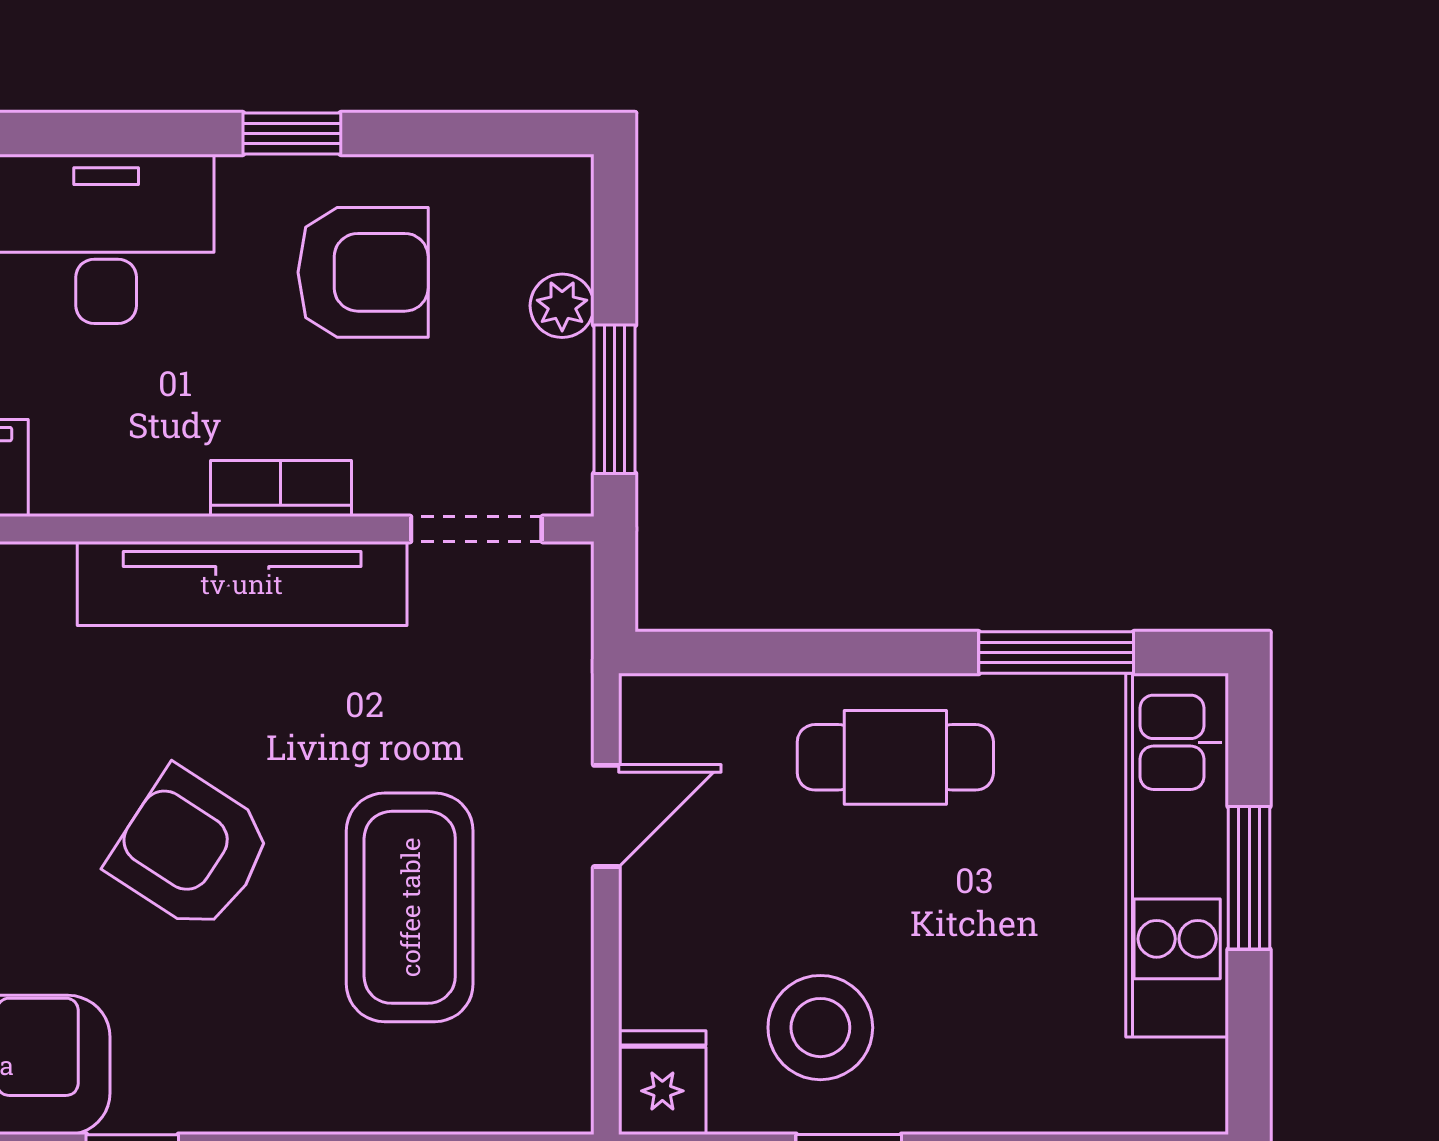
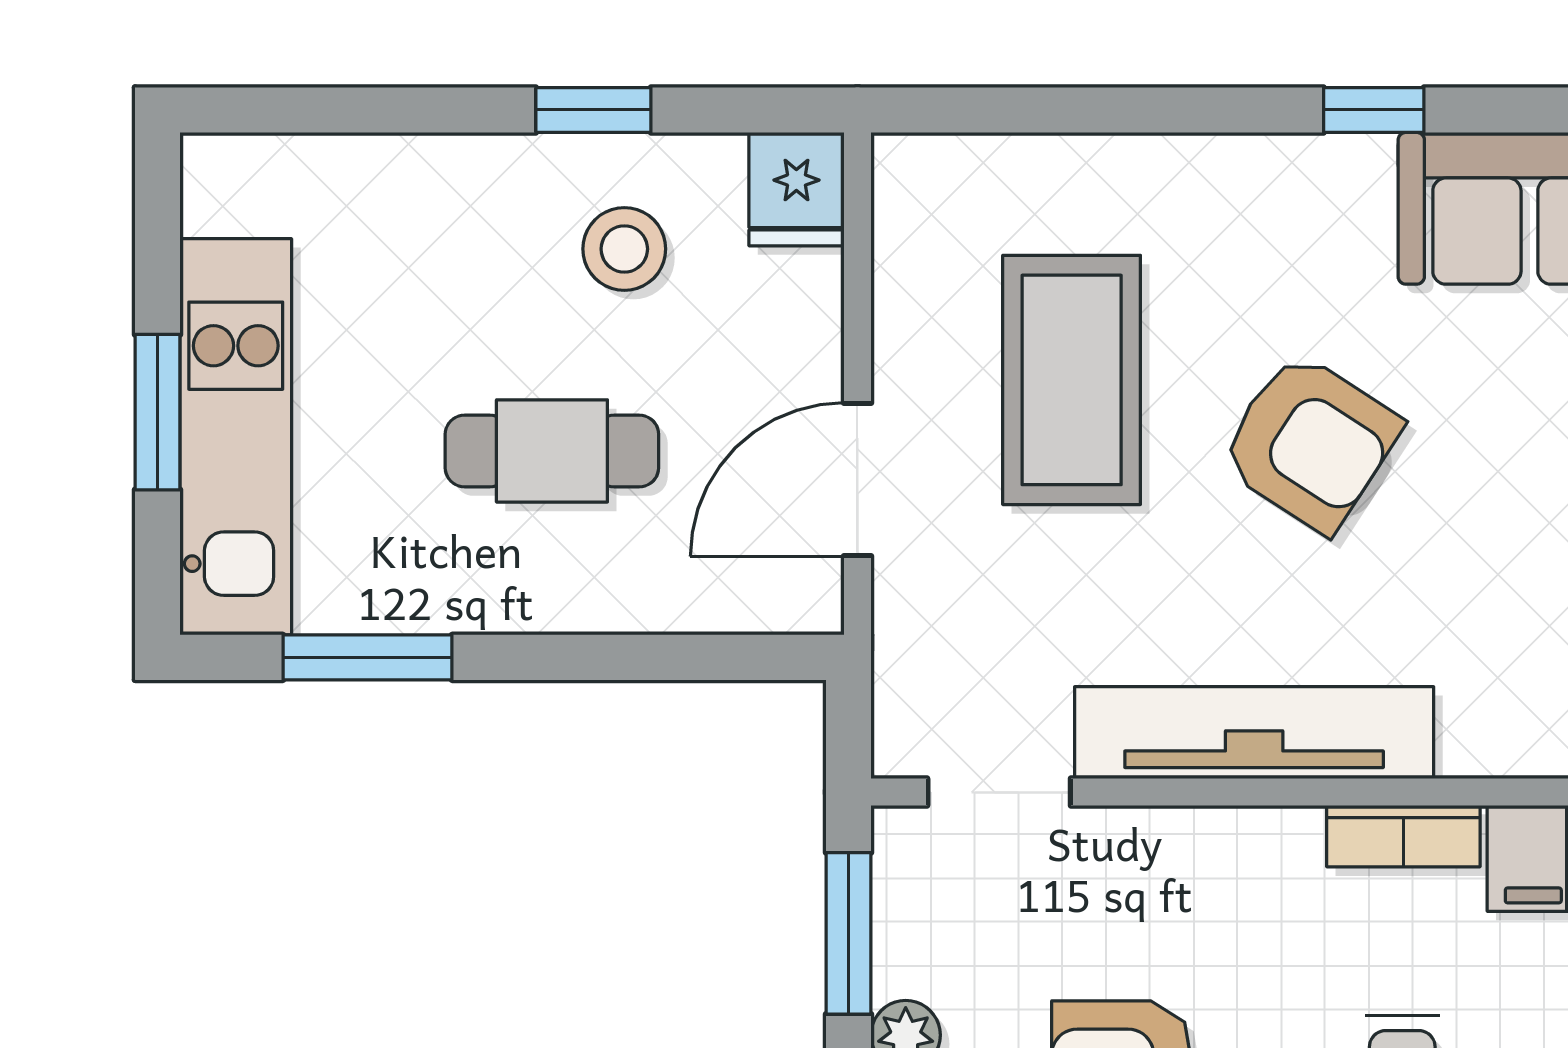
bookcase: (281, 488) -> (1403, 836), moved
cafe table: (895, 757) -> (552, 451), moved
door: (606, 816) -> (857, 480), width x1.38
stool: (820, 1028) -> (624, 249), width x0.73, depth x0.73

